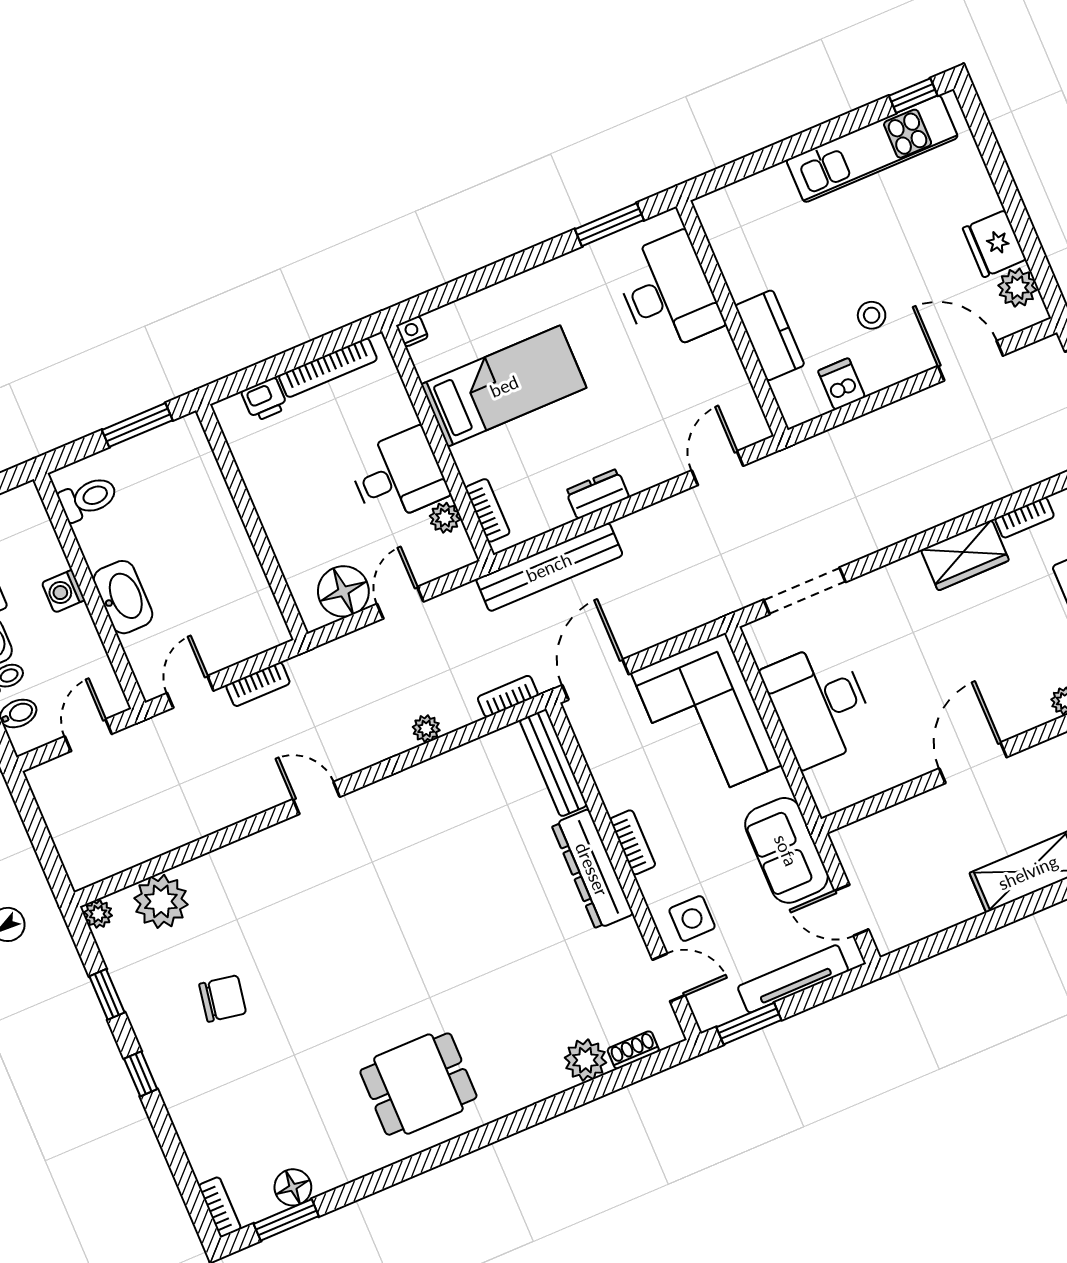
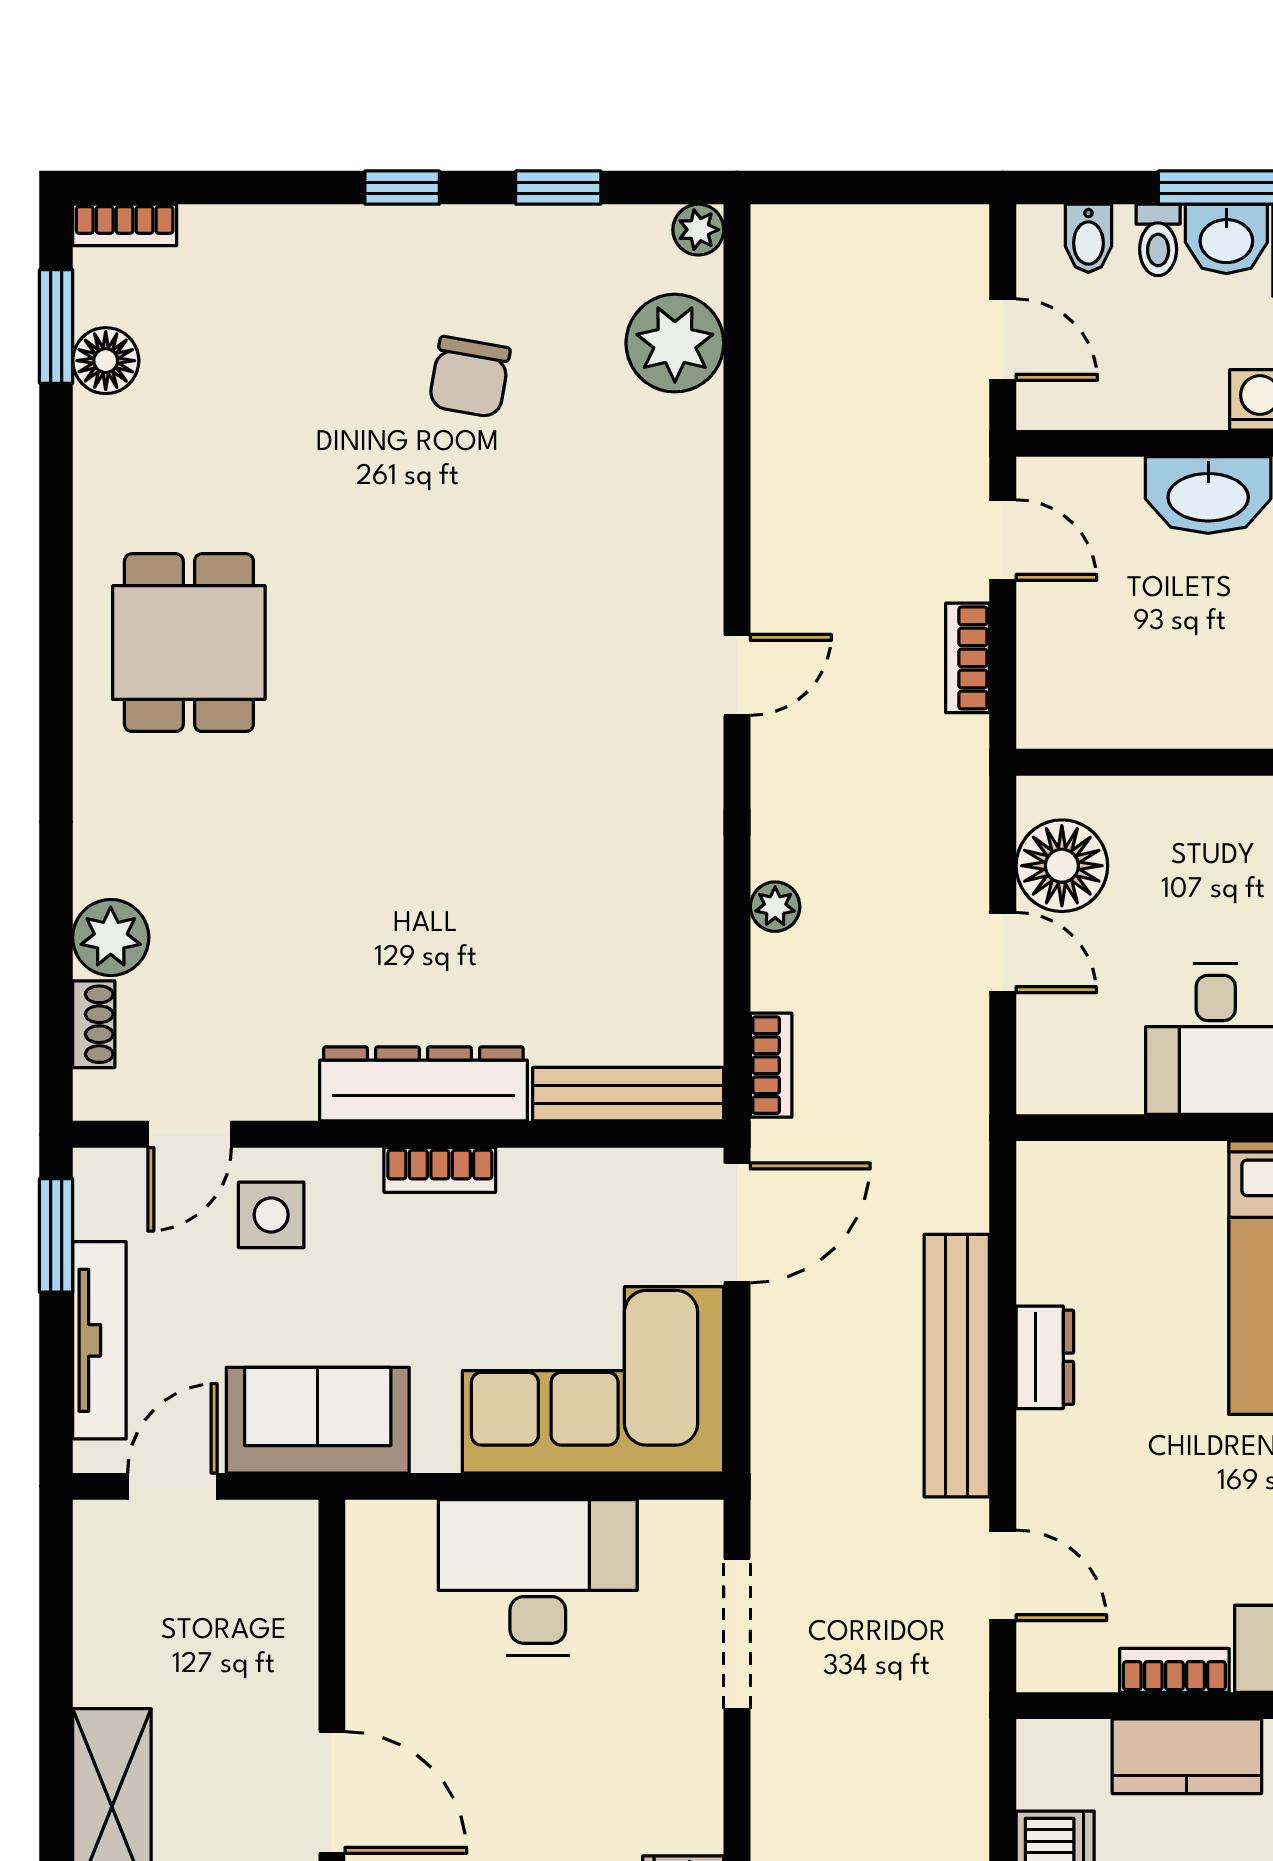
bookcase: (487, 510) -> (1174, 1670), moved, turned 180
plant: (445, 518) -> (1113, 1087), removed
bench: (549, 567) -> (957, 1366), moved
door: (595, 680) -> (737, 1223), hinge flipped

